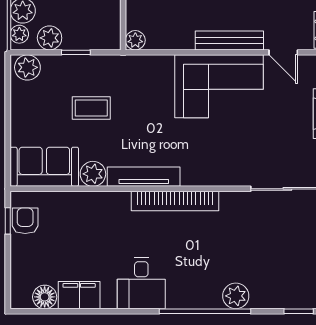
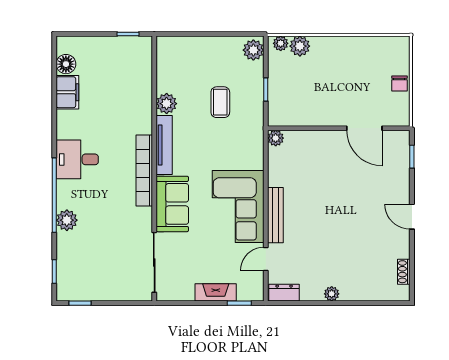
plant: (50, 38) -> (278, 68), removed
sofa: (44, 167) -> (172, 204), moved
armchair: (25, 221) -> (128, 48), removed
desk: (141, 283) -> (77, 159), moved

